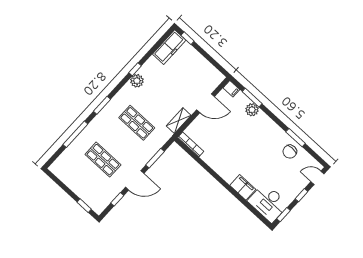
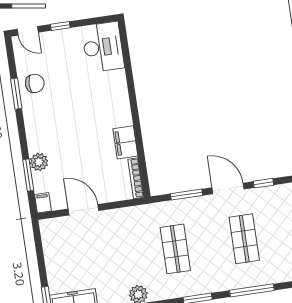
shelving: (179, 121) -> (128, 214), removed
filing cabinet: (243, 187) -> (125, 142), moved
window: (284, 215) -> (97, 21), removed

